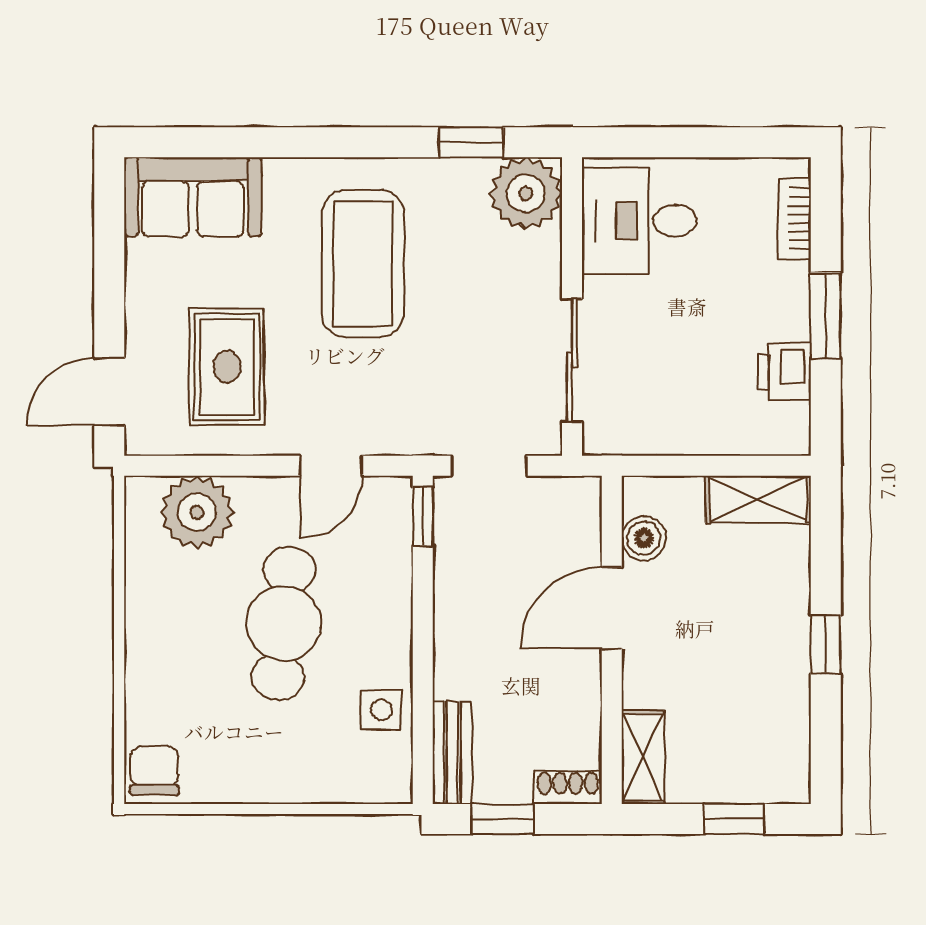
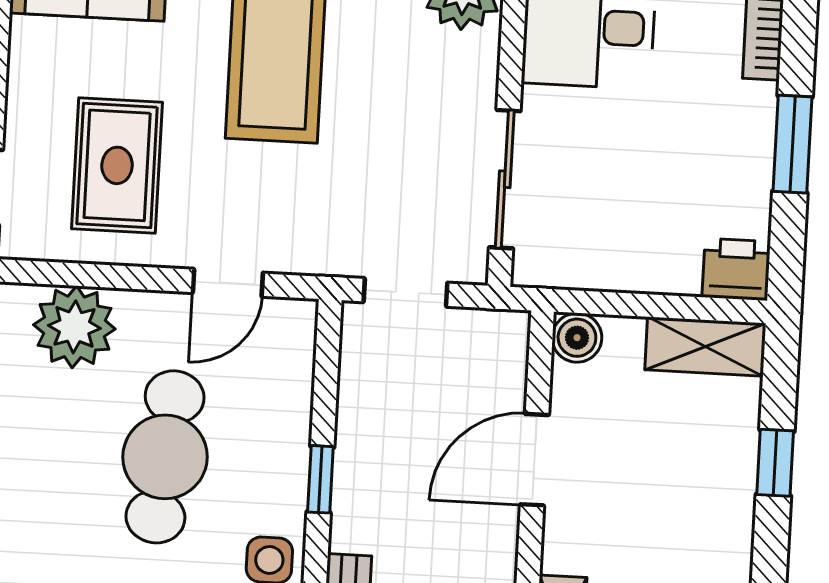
printer: (784, 372) -> (736, 269), moved, turned 90
window: (423, 516) -> (320, 479), moved
boiler: (644, 538) -> (577, 338), moved
window: (826, 645) -> (775, 463), moved

